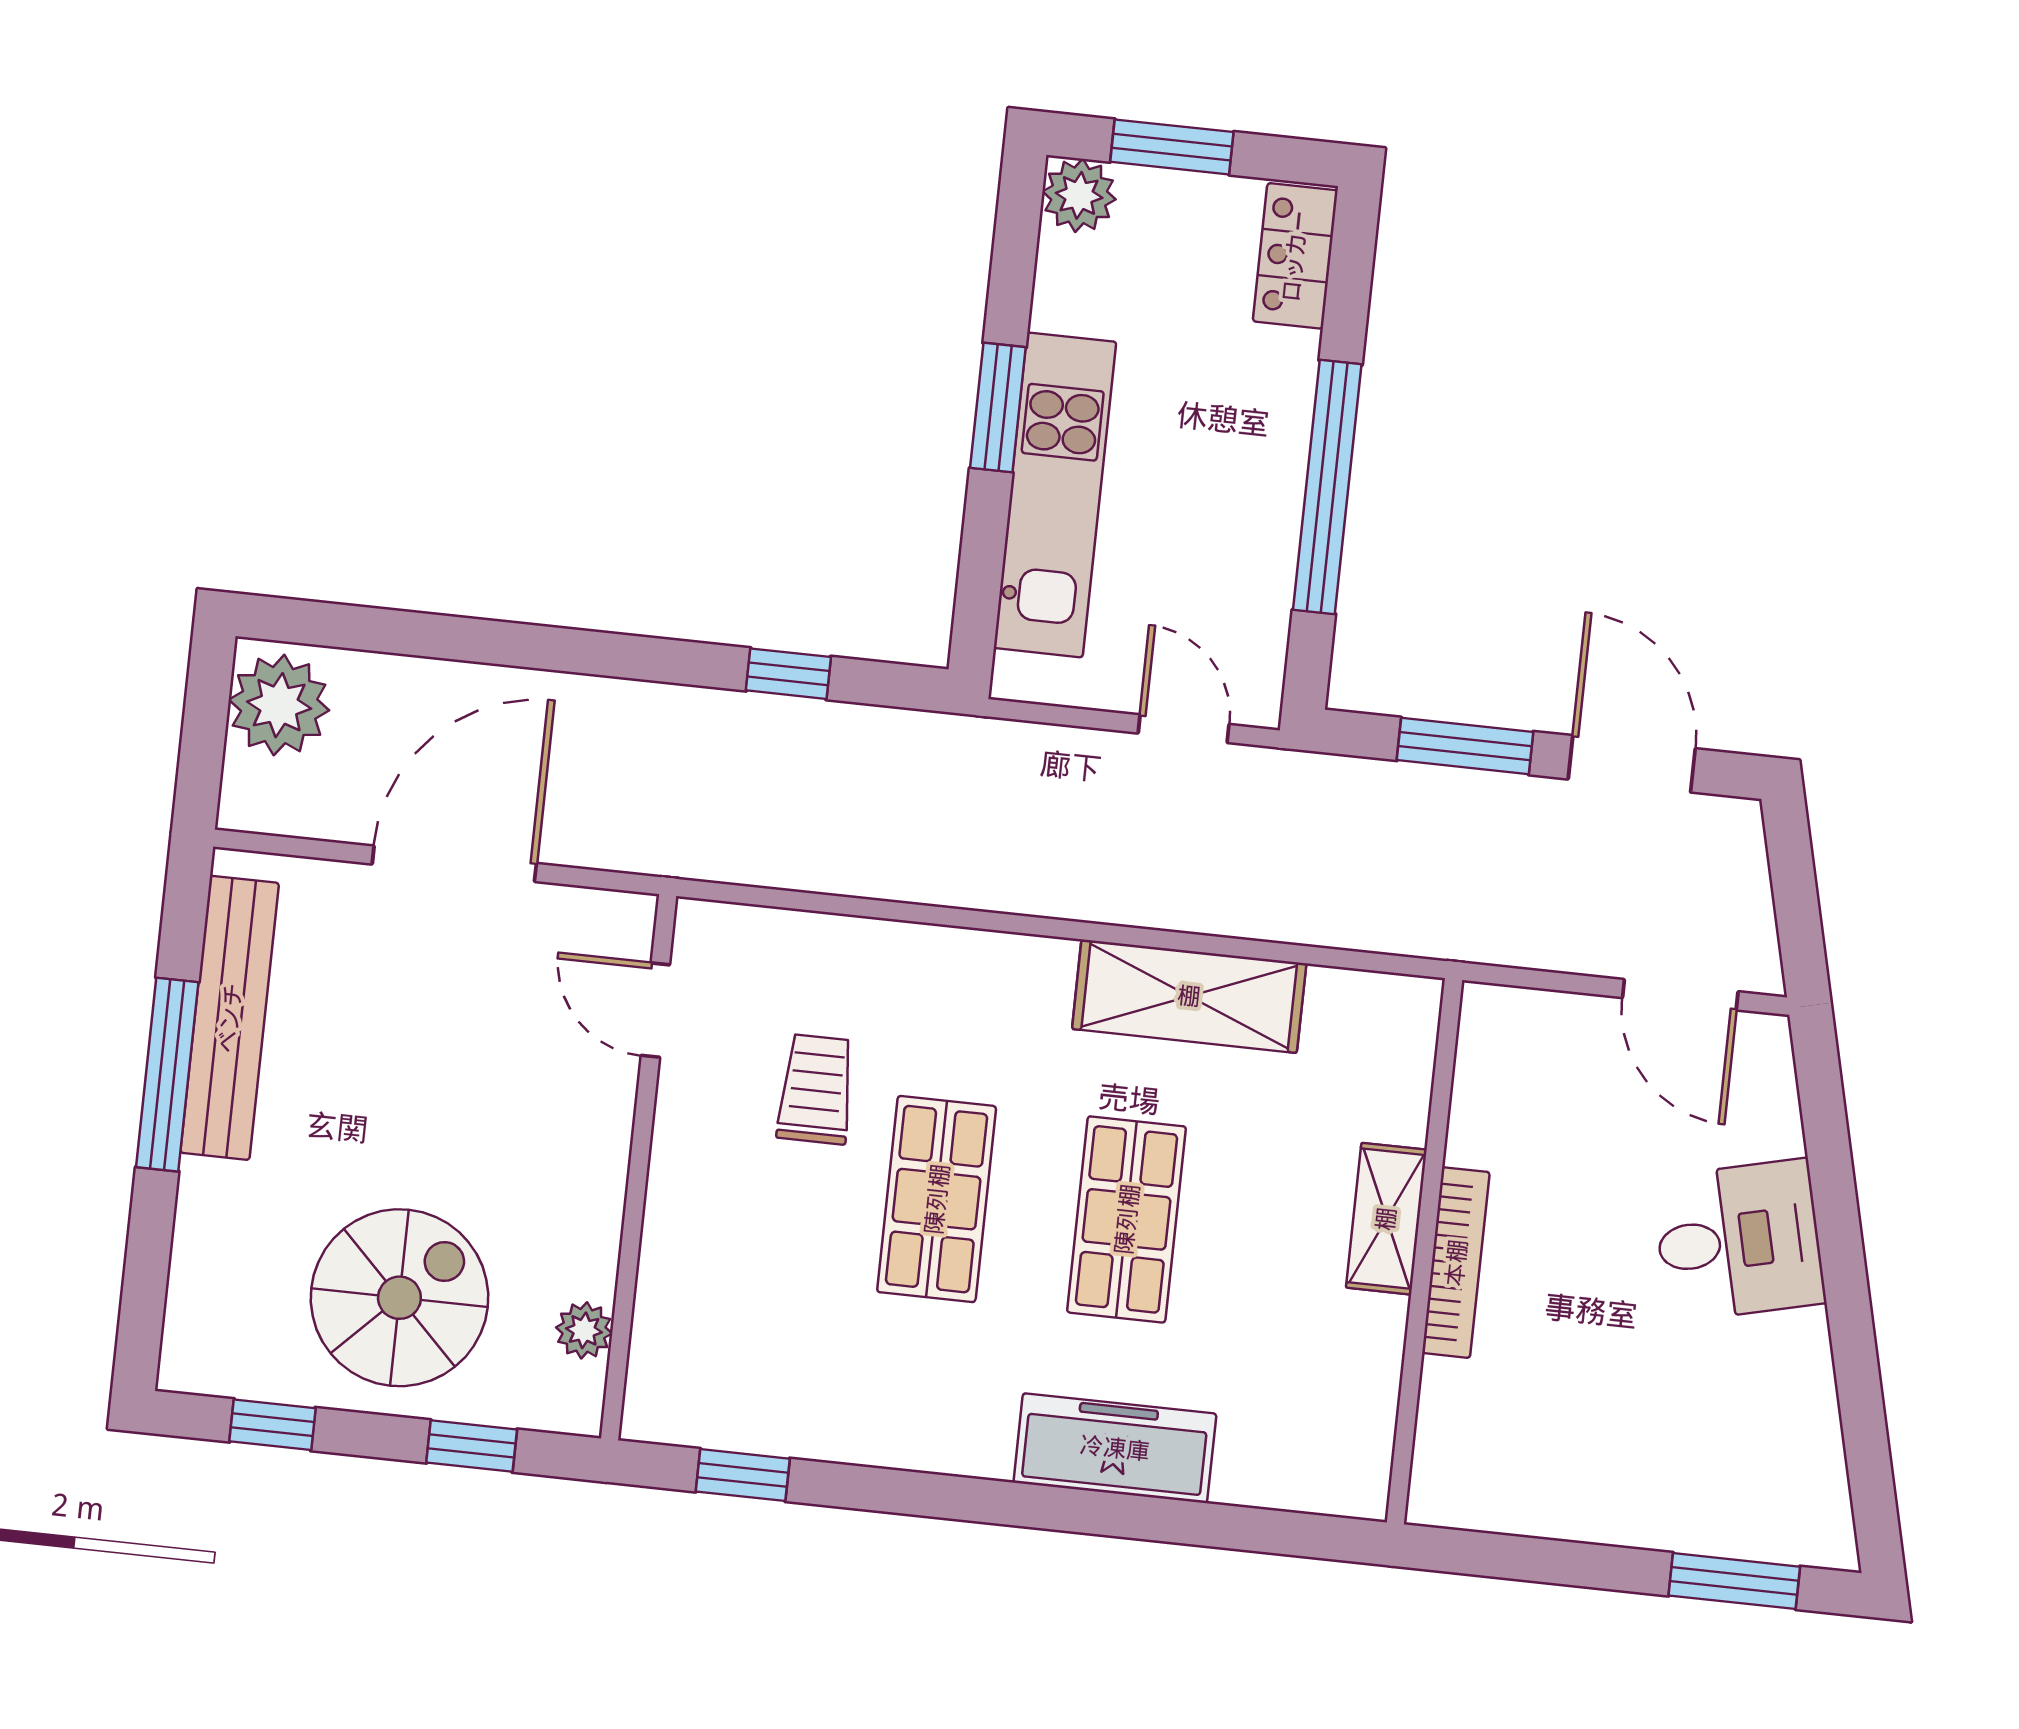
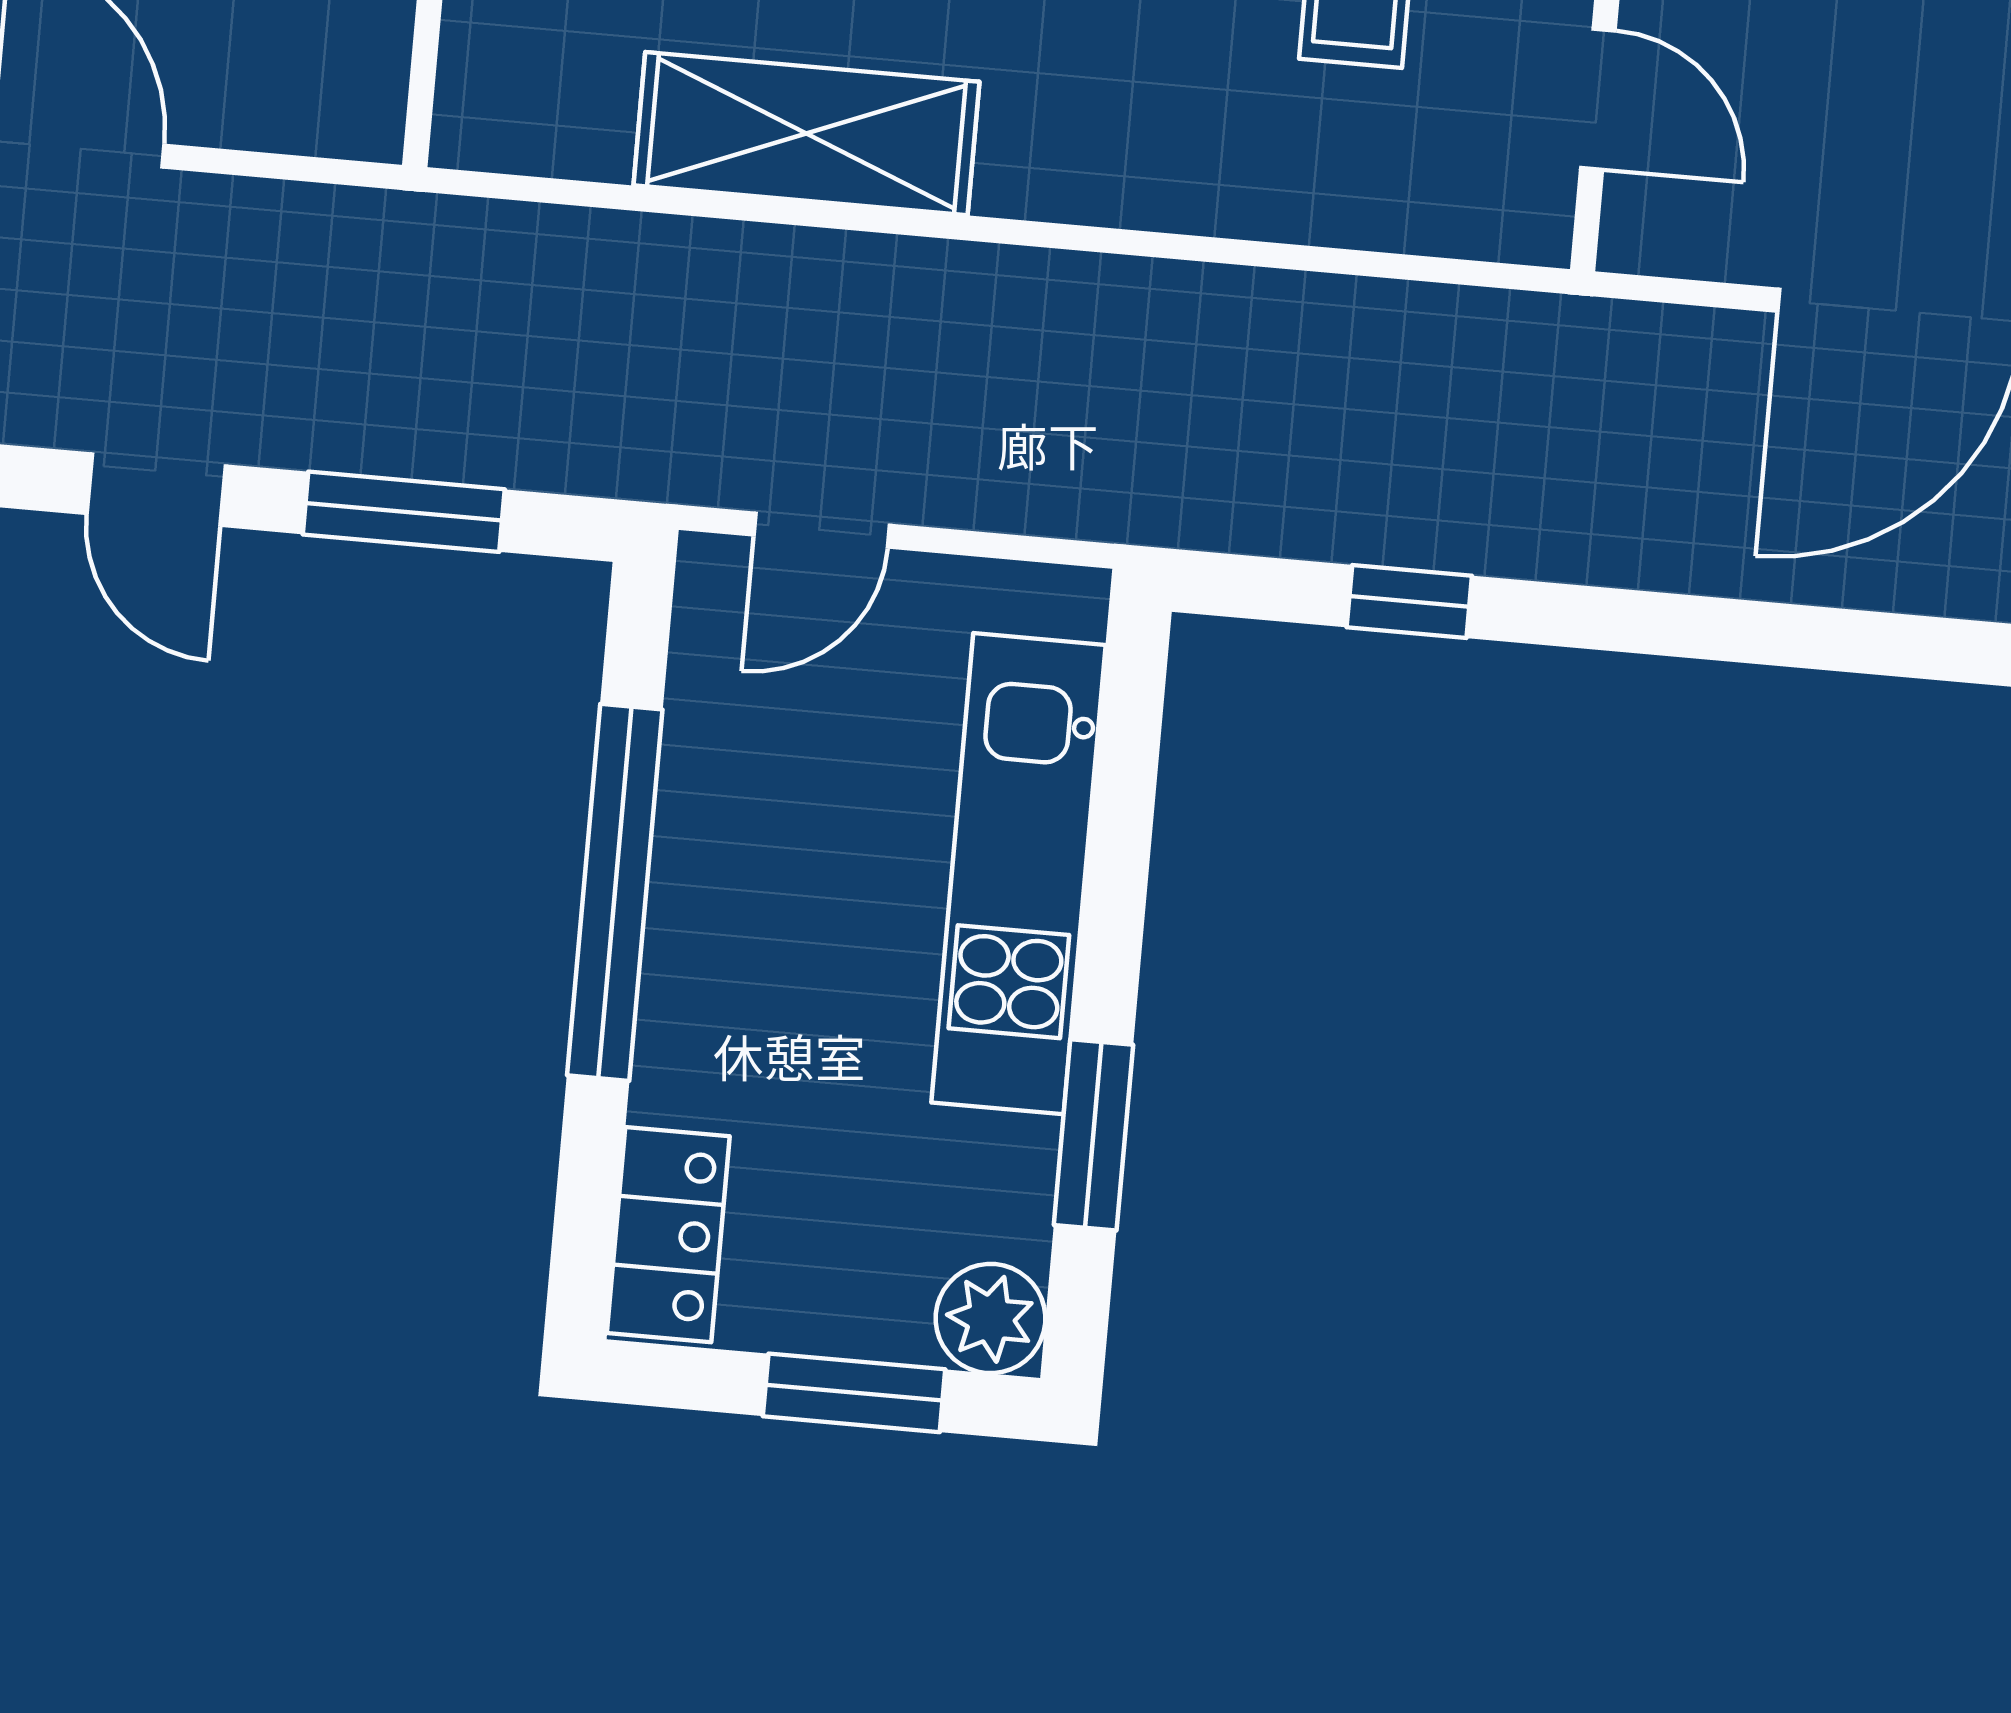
window: (998, 408) -> (1093, 1135), moved
door: (1184, 729) -> (822, 530), hinge flipped
door: (1632, 764) -> (156, 490), width x0.73

